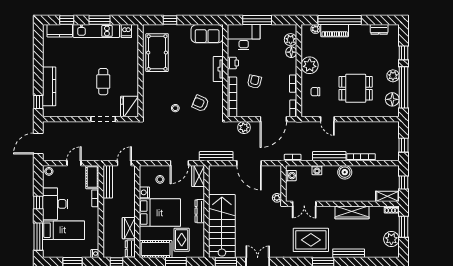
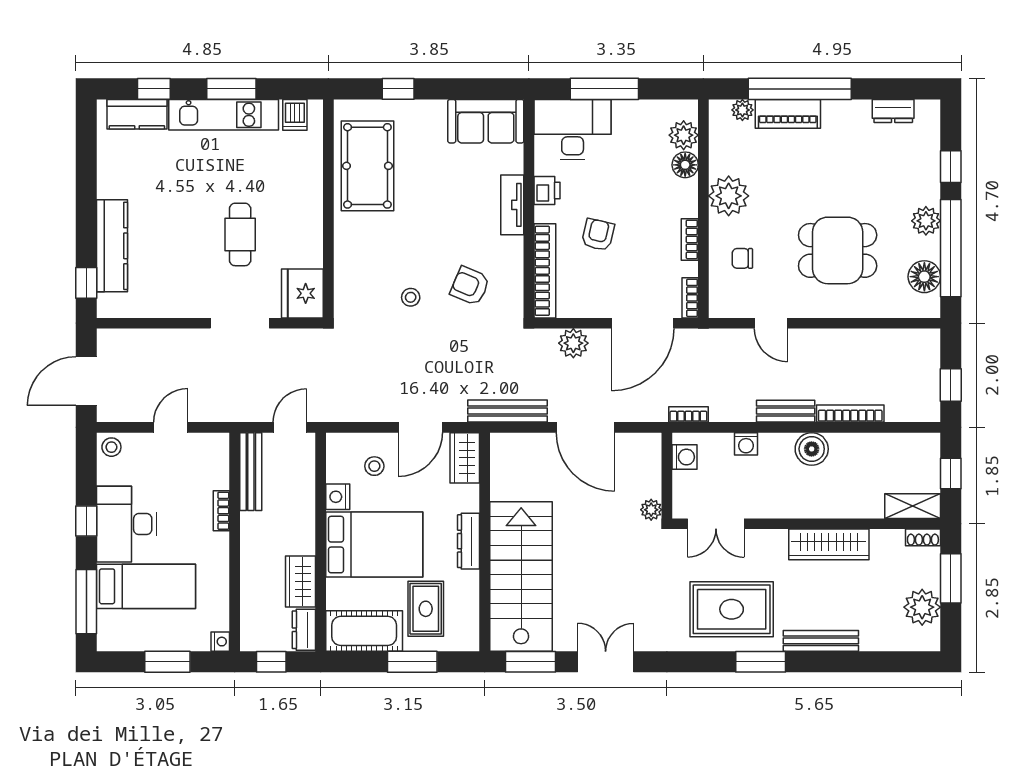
bench: (329, 156) -> (786, 411), width x0.73
cot: (92, 177) -> (214, 461), removed

